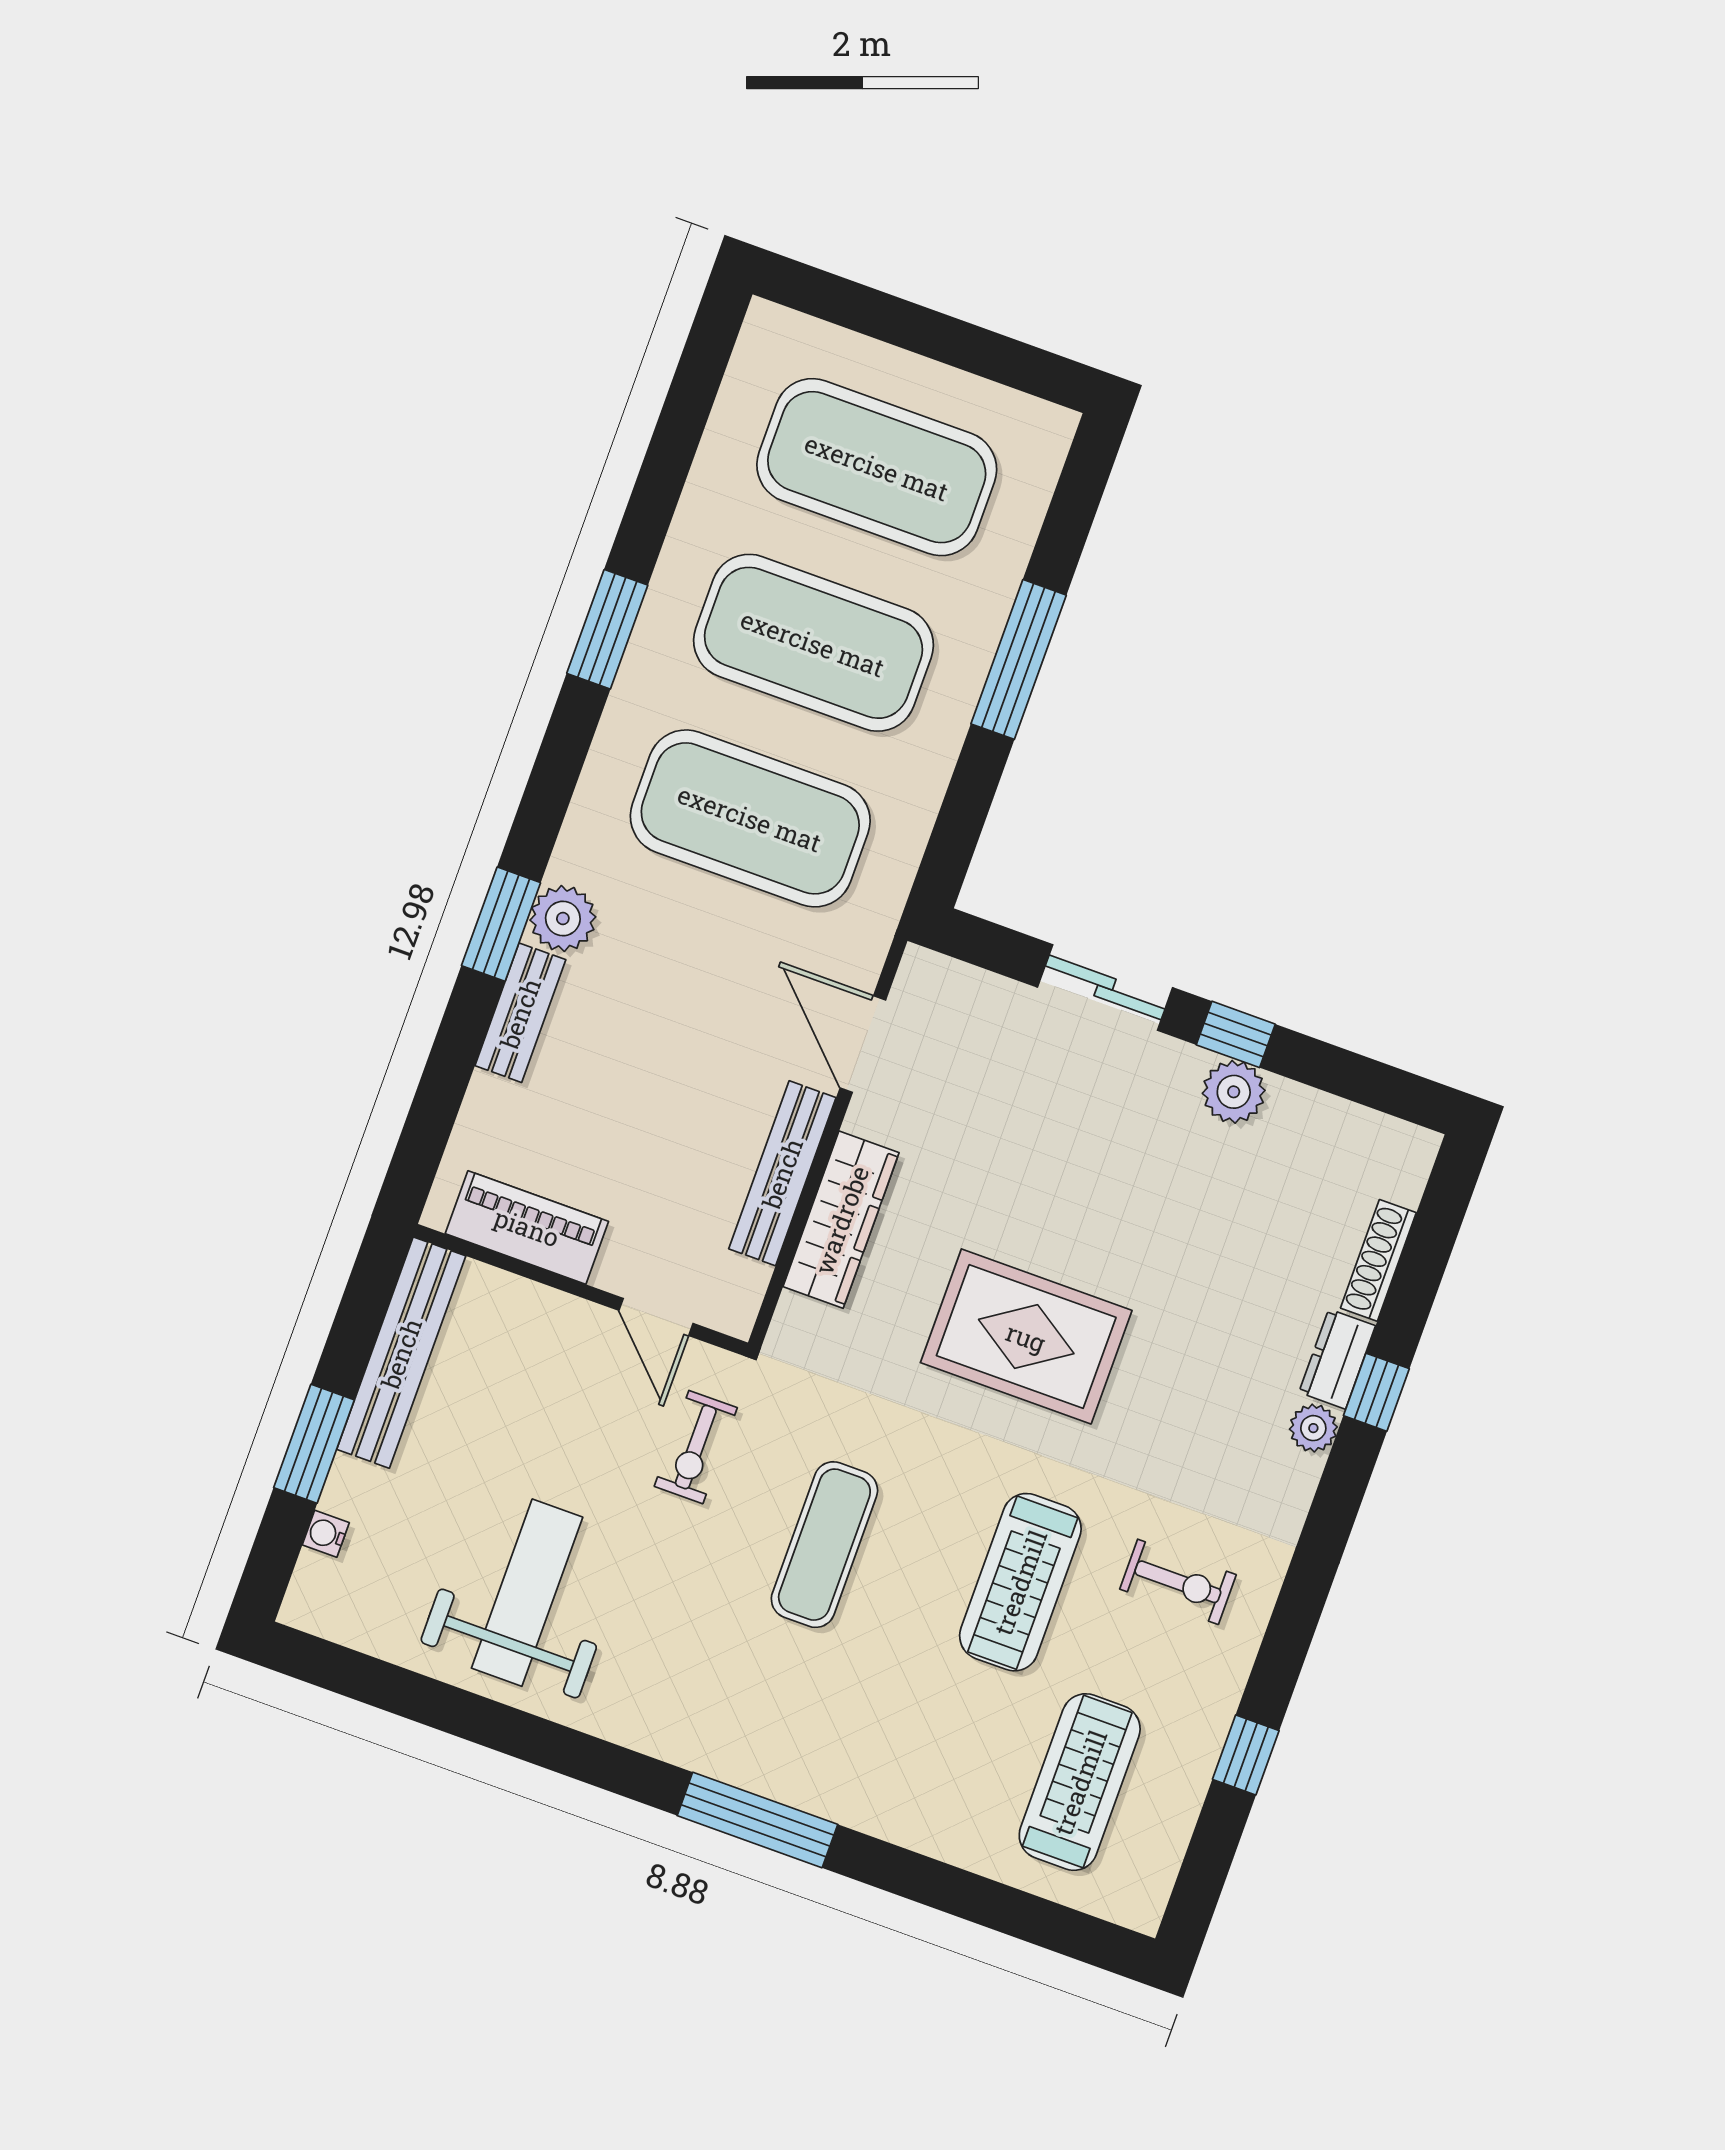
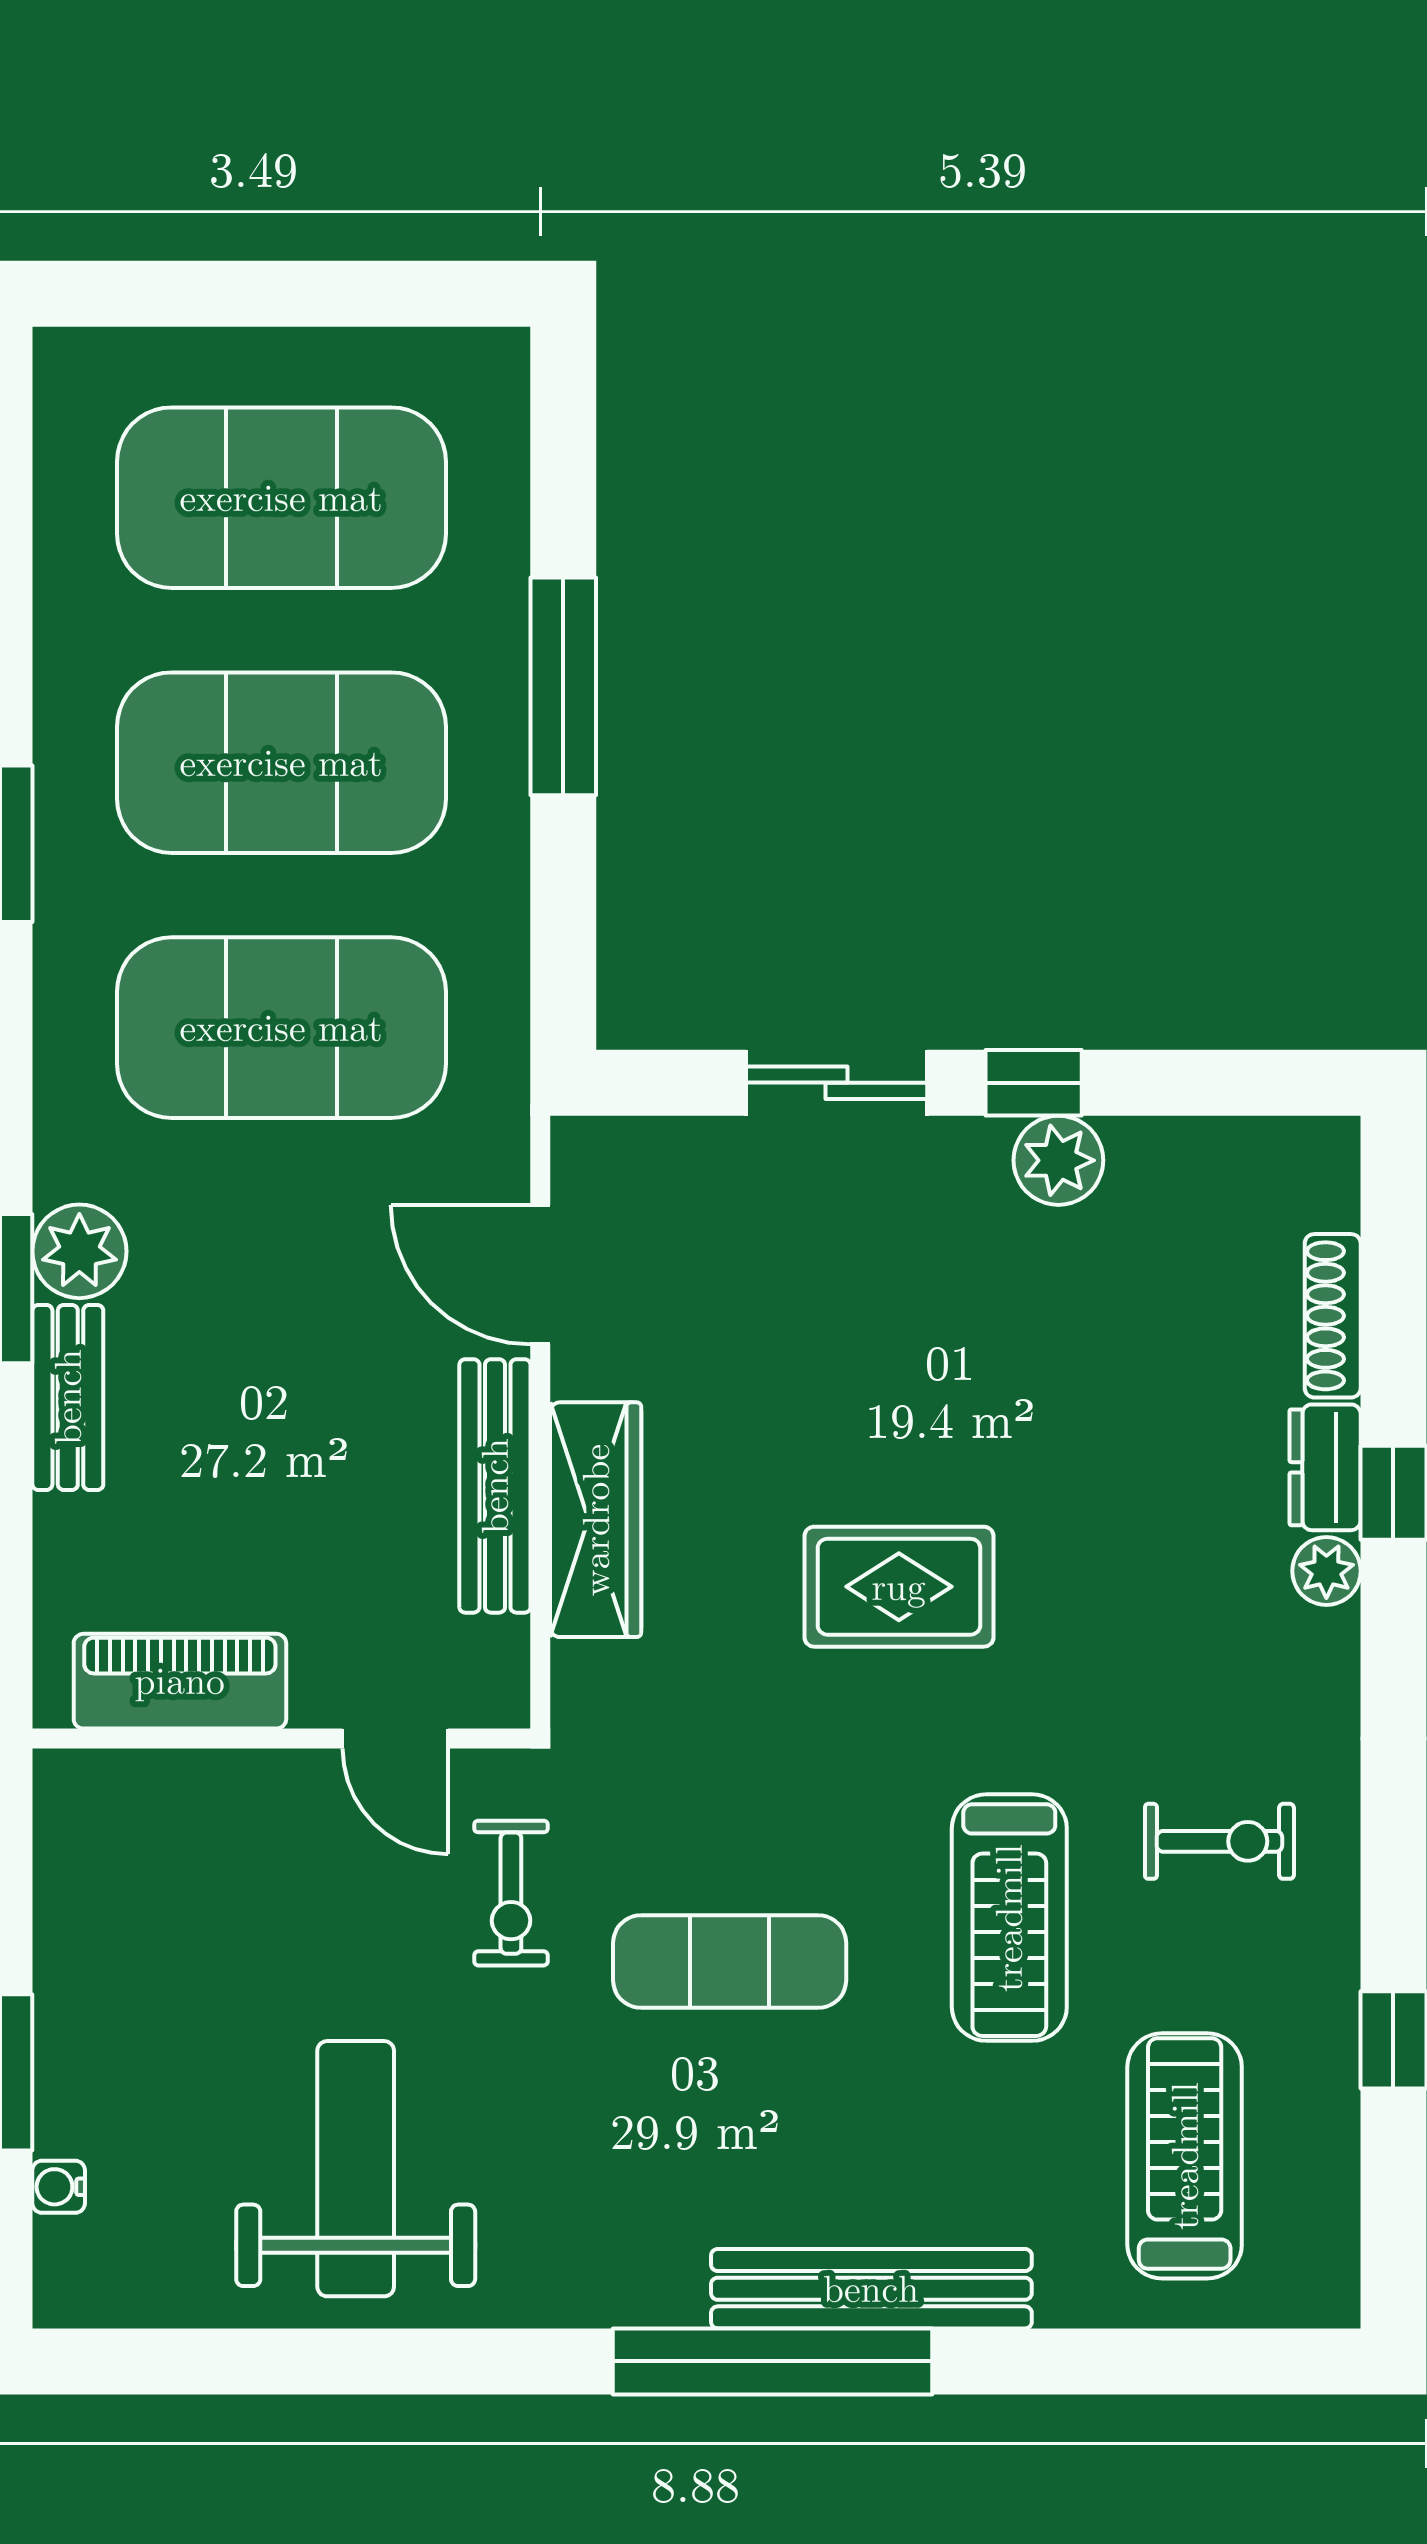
rug: (1026, 1337) -> (899, 1587), width x0.73, depth x0.70
bench: (401, 1353) -> (871, 2289), moved, turned 90
exercise mat: (824, 1545) -> (730, 1962), turned 90
window: (757, 1820) -> (772, 2361), width x1.46

